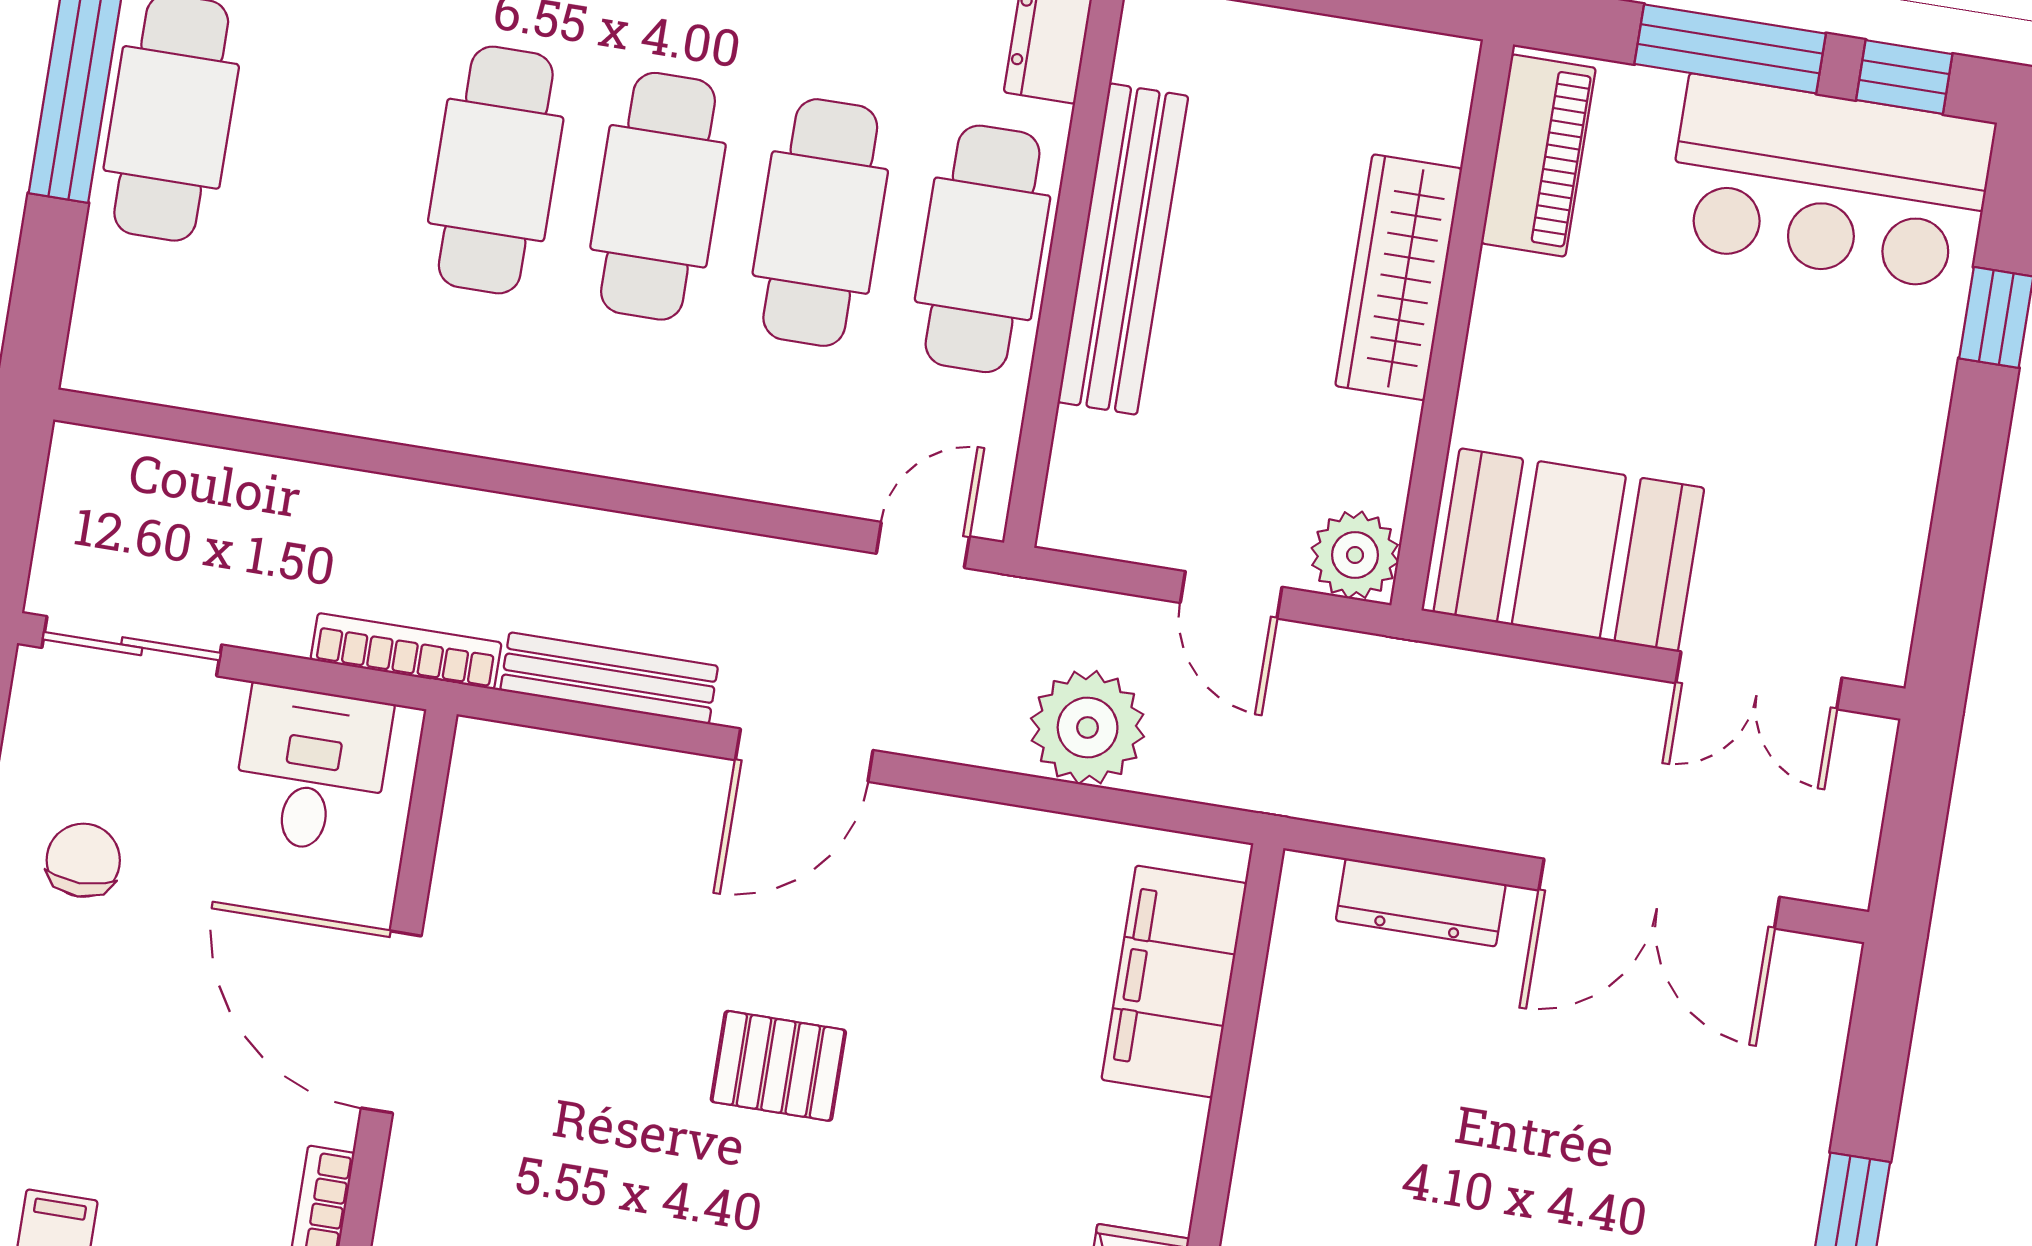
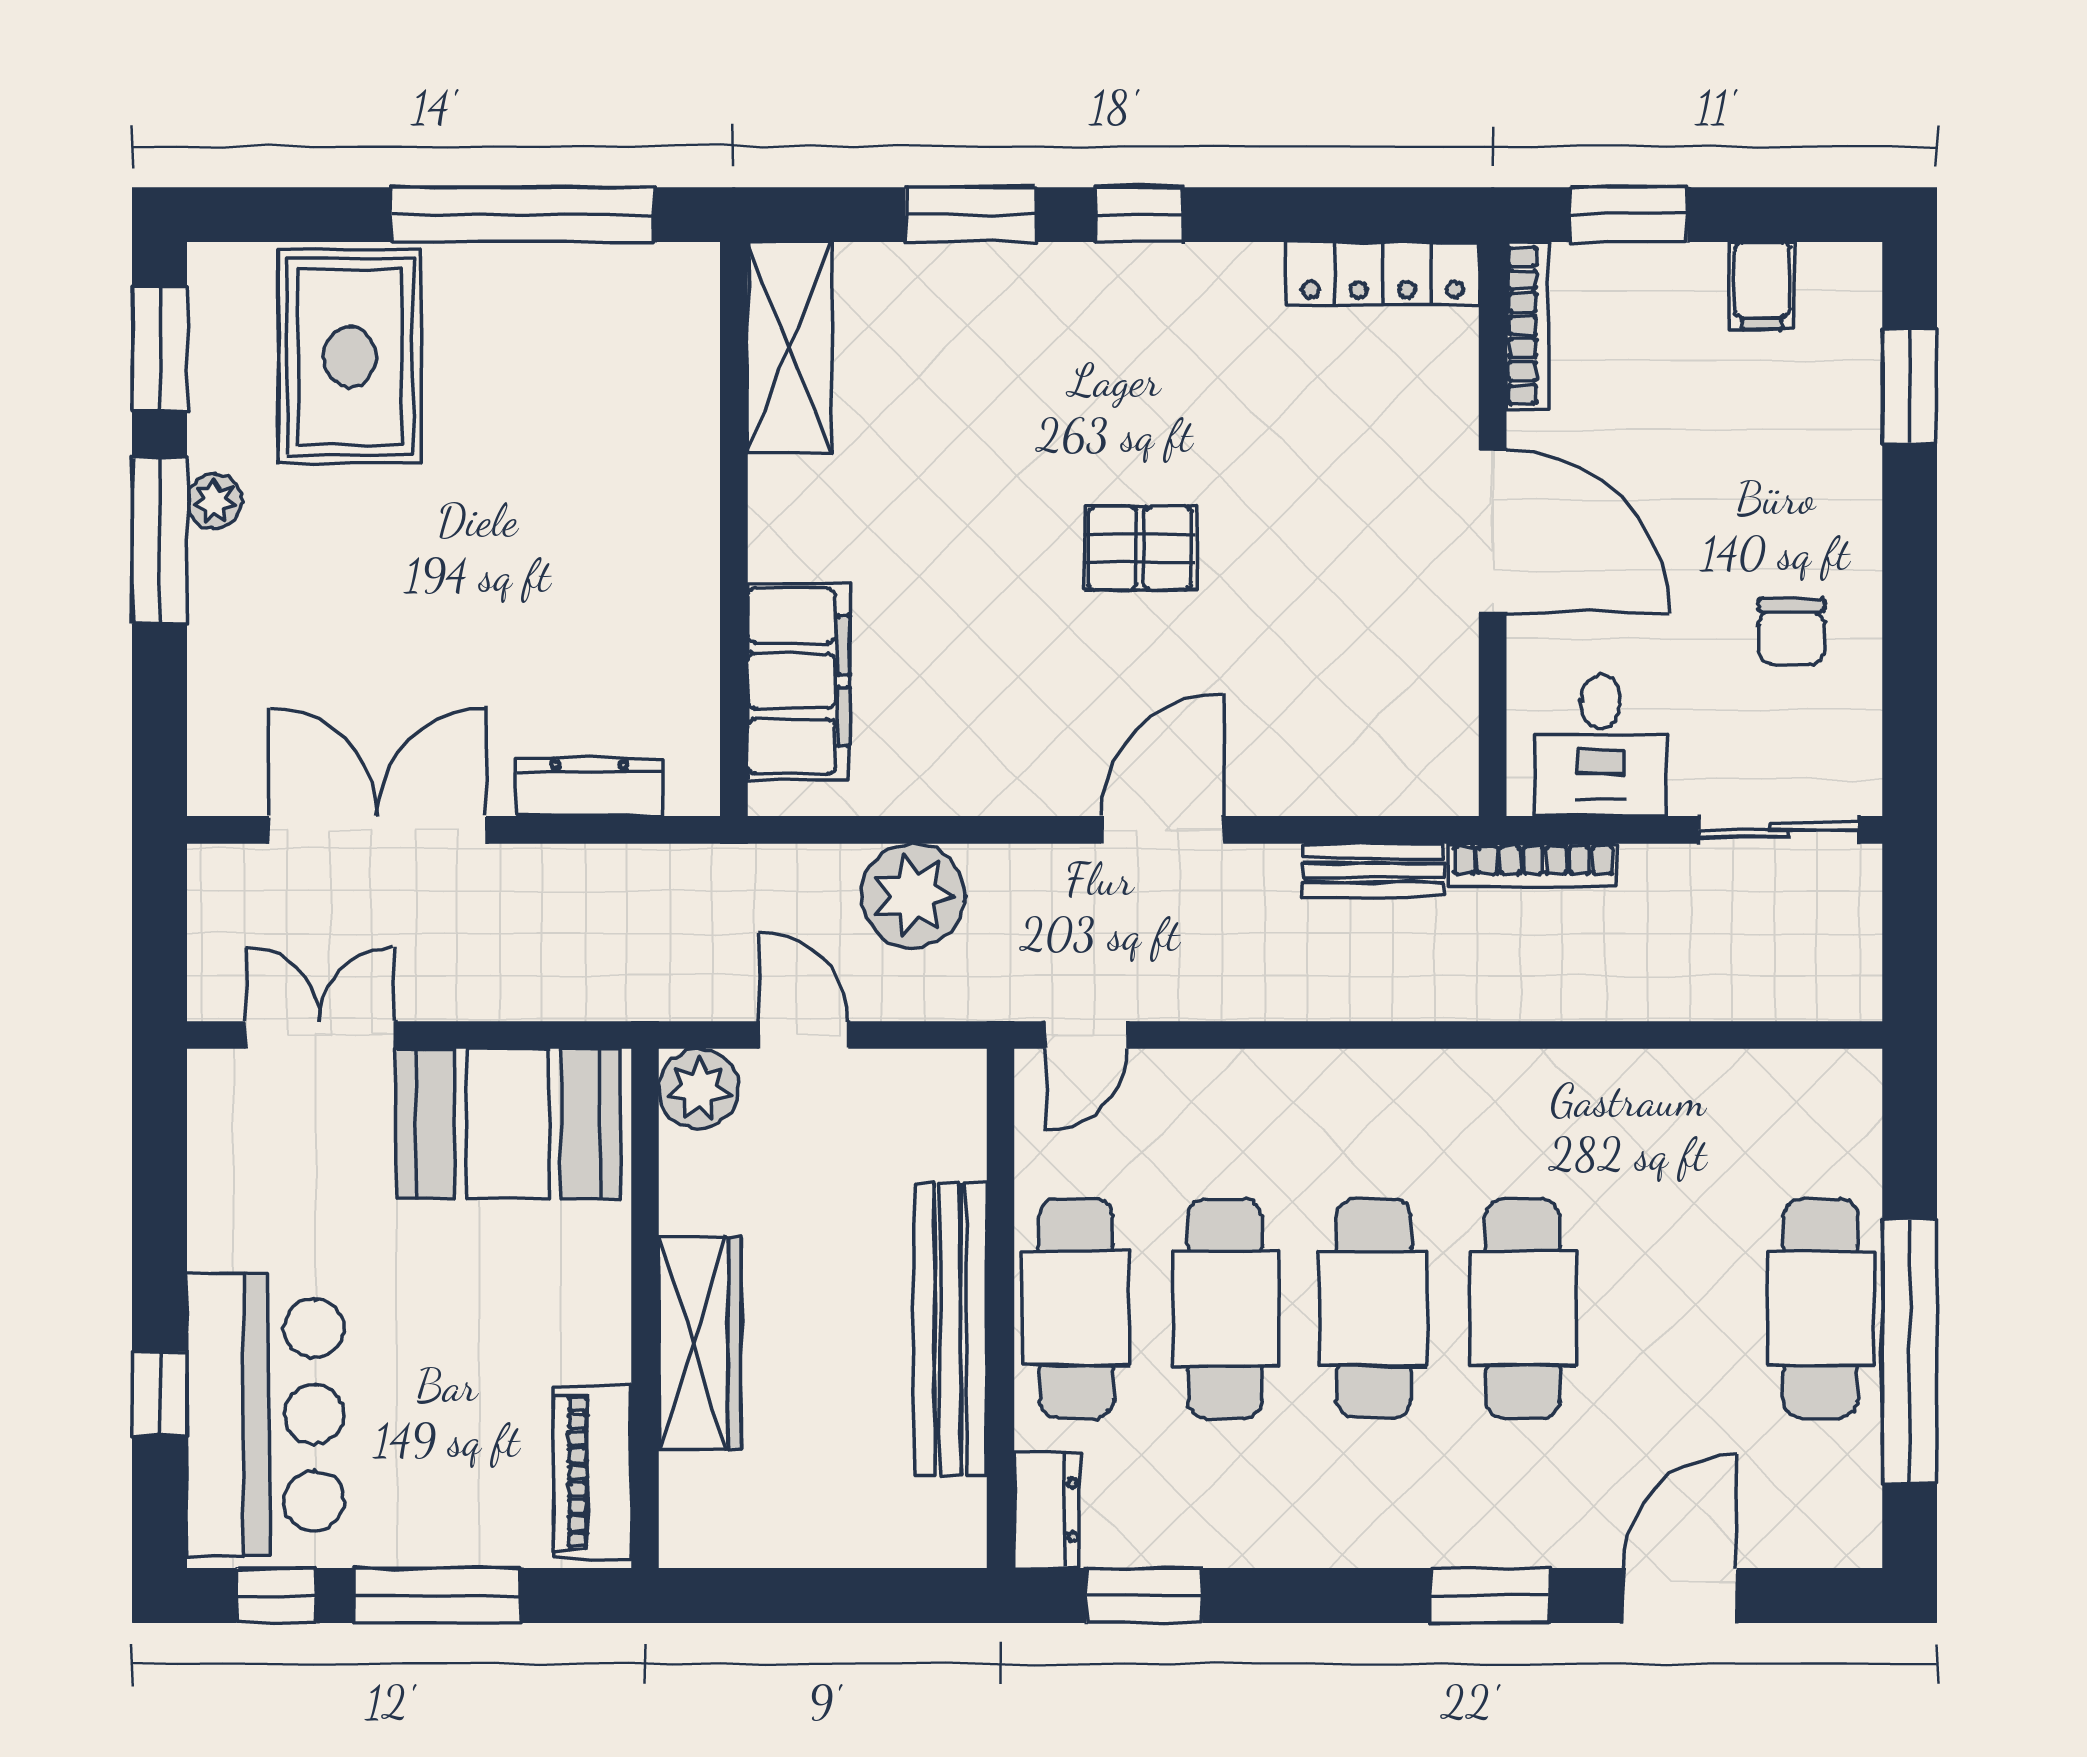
bar counter: (1830, 183) -> (265, 1415), moved, turned 90
bench: (609, 678) -> (1373, 870), width x0.73

